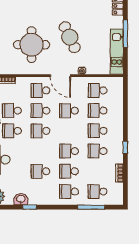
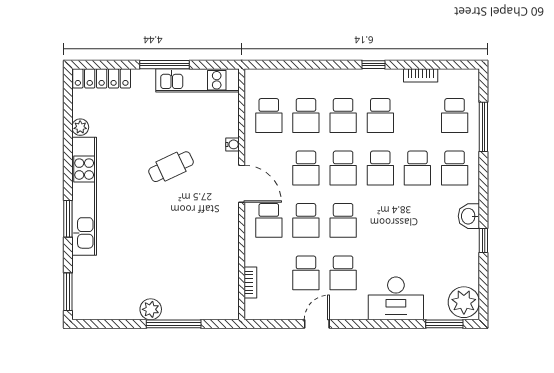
cafe table: (70, 37) -> (171, 167), width x0.73, depth x0.74
round table: (32, 45) -> (185, 237), removed
door: (60, 76) -> (242, 184), hinge flipped
school desk: (40, 171) -> (343, 168), moved
washbasin: (21, 199) -> (469, 216), moved

